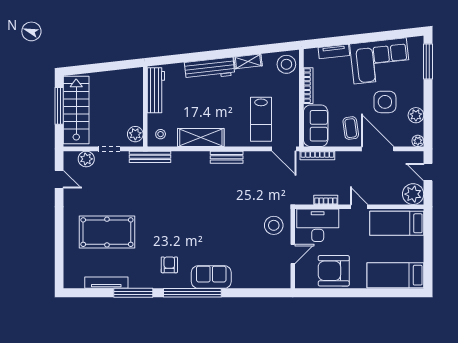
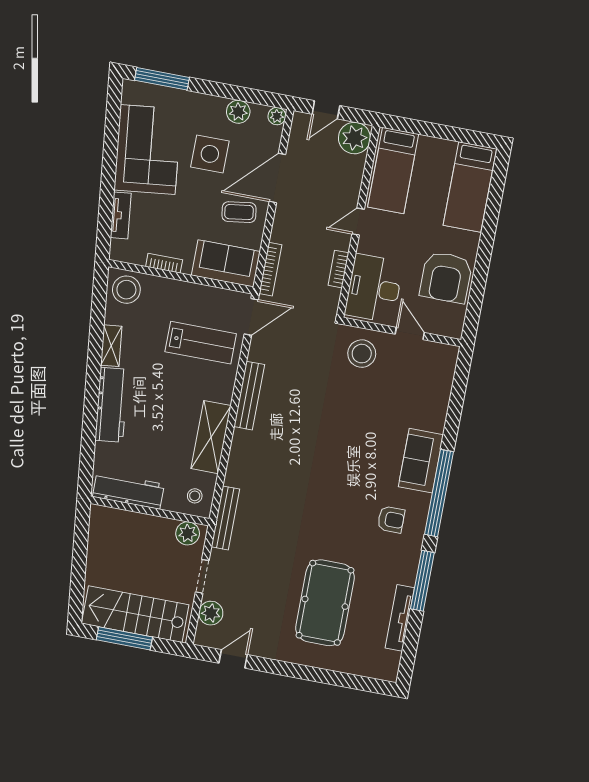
bookcase: (308, 86) -> (164, 263), width x0.64
bench: (227, 157) -> (249, 396), width x1.36
armchair: (169, 265) -> (391, 520), turned 180

